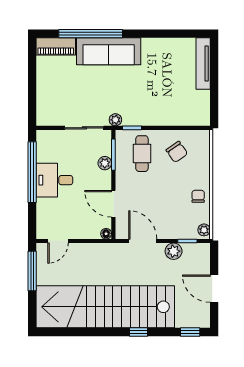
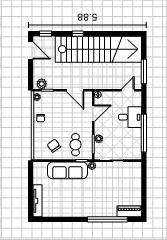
sofa: (109, 51) -> (67, 170), moved, turned 180
desk: (54, 180) -> (130, 117), moved
door: (113, 204) -> (93, 113), hinge flipped
plant: (174, 251) -> (42, 84), moved
door: (214, 289) -> (31, 51), moved

